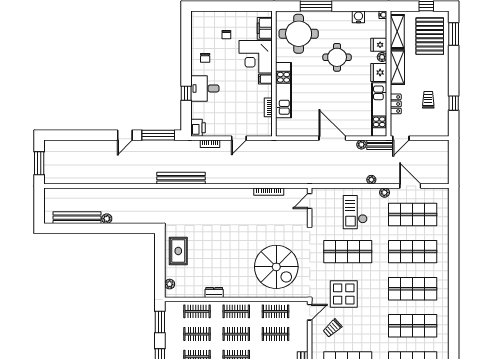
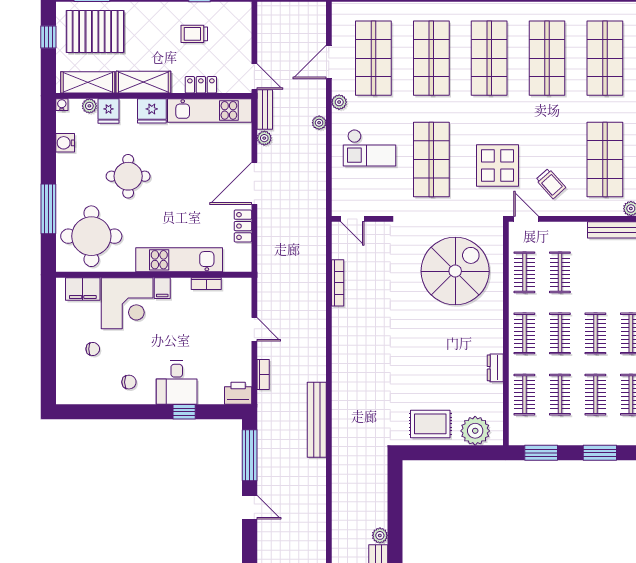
plant: (382, 57) -> (89, 106), moved
locker: (305, 131) -> (243, 226), added
plant: (170, 284) -> (475, 431), width x1.87, depth x1.87

